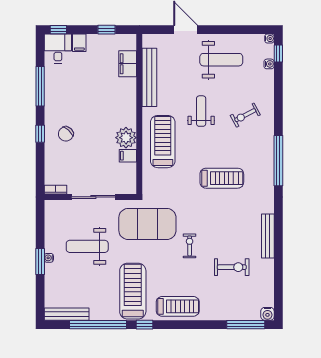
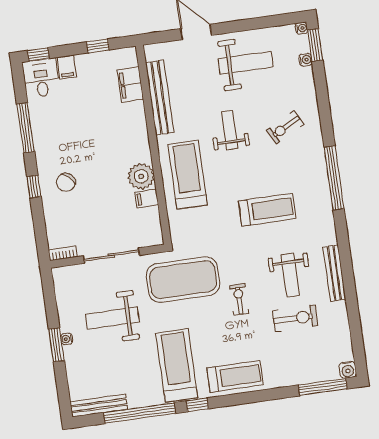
window: (278, 53) -> (315, 45), width x1.50
weight bench: (233, 233) -> (290, 275), added

